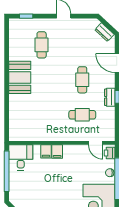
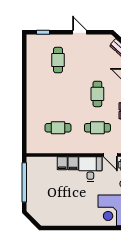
booth: (20, 77) -> (37, 92), removed
cafe table: (42, 115) -> (58, 128), added
desk: (21, 157) -> (90, 169), moved

